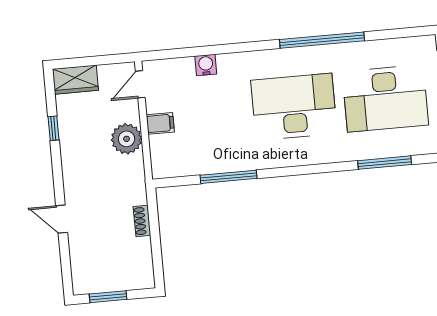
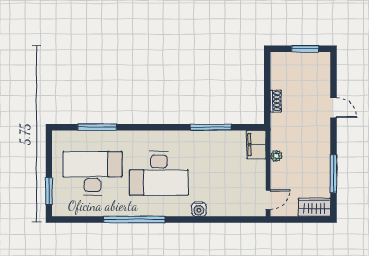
water cooler: (206, 65) -> (199, 209), moved
filing cabinet: (160, 123) -> (256, 145), moved, width x2.00
window: (53, 128) -> (333, 174), width x2.17
plant: (127, 139) -> (276, 156), width x0.53, depth x0.53

